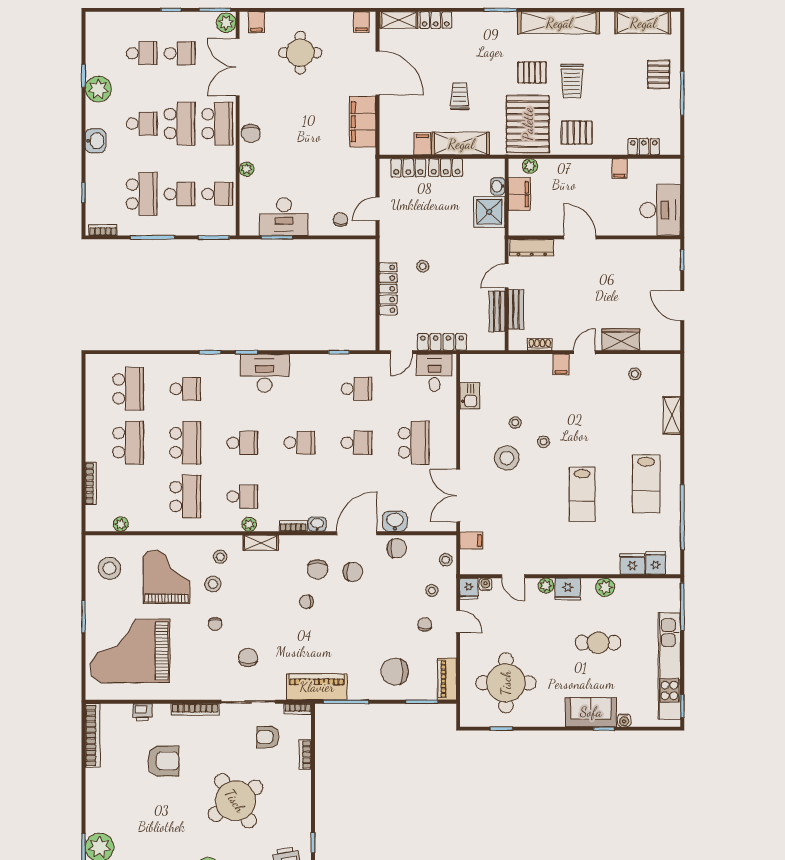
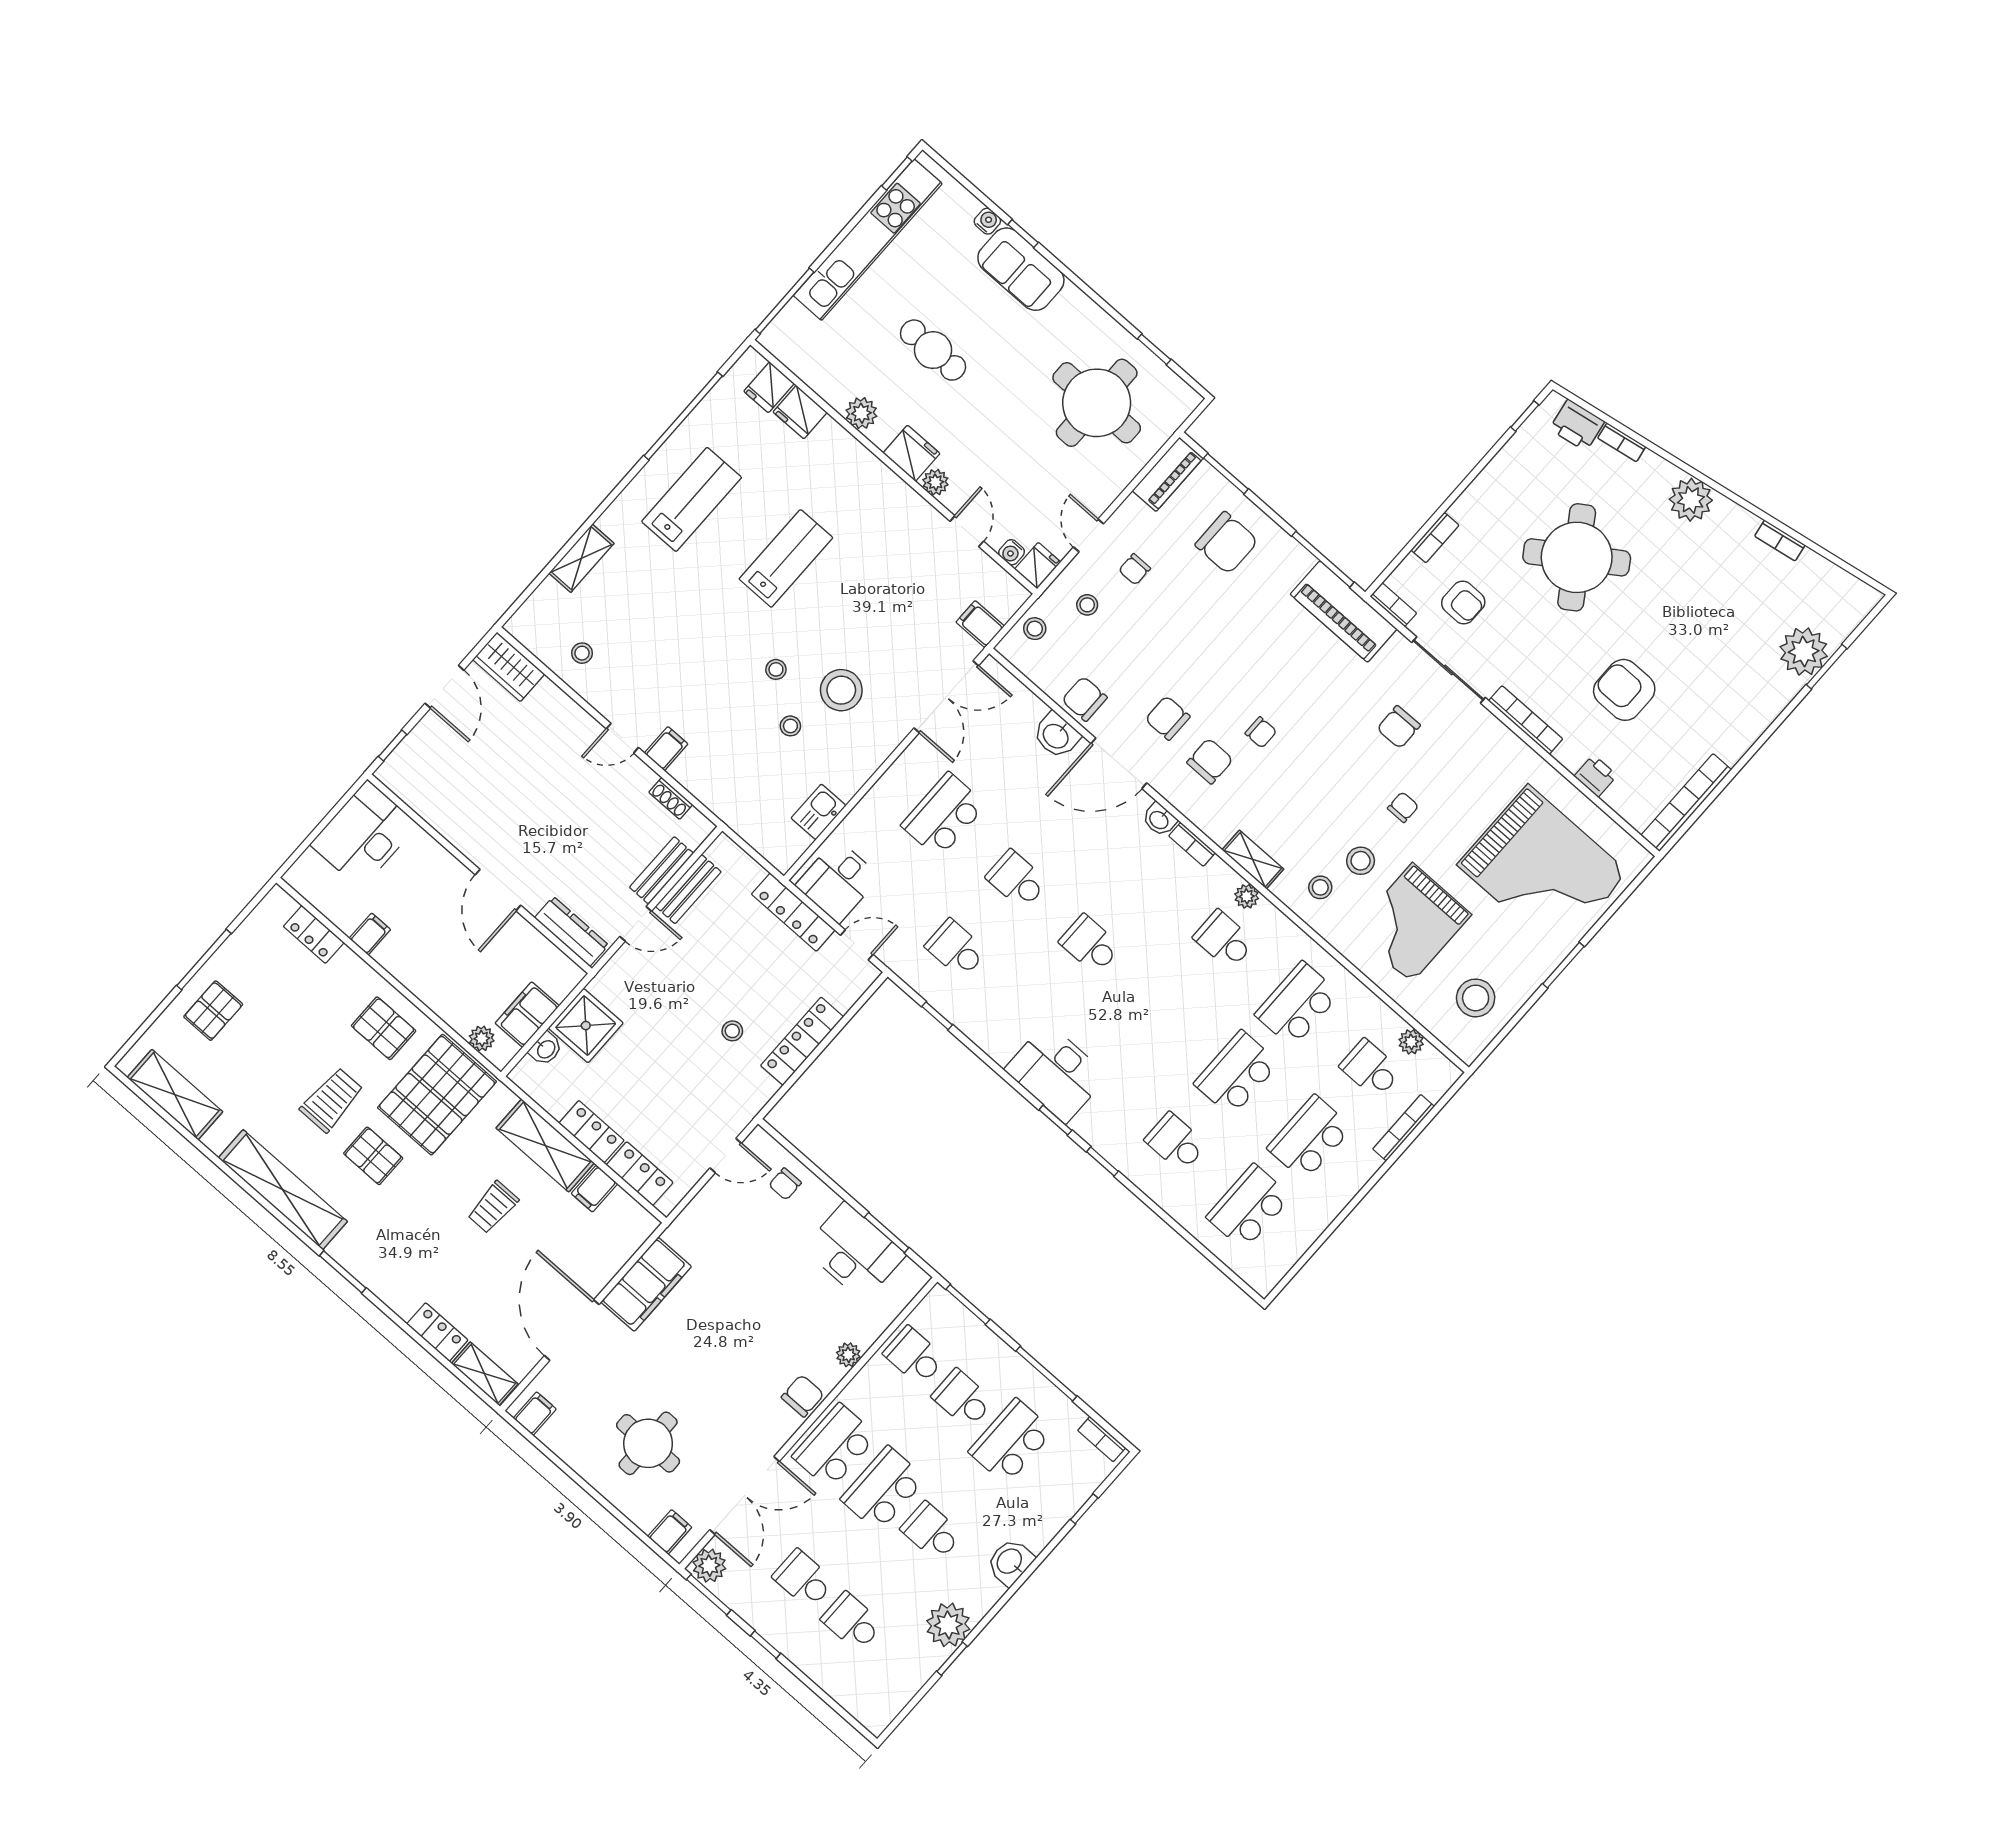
wardrobe: (621, 340) -> (509, 667), moved
school desk: (242, 443) -> (1370, 1069), moved

